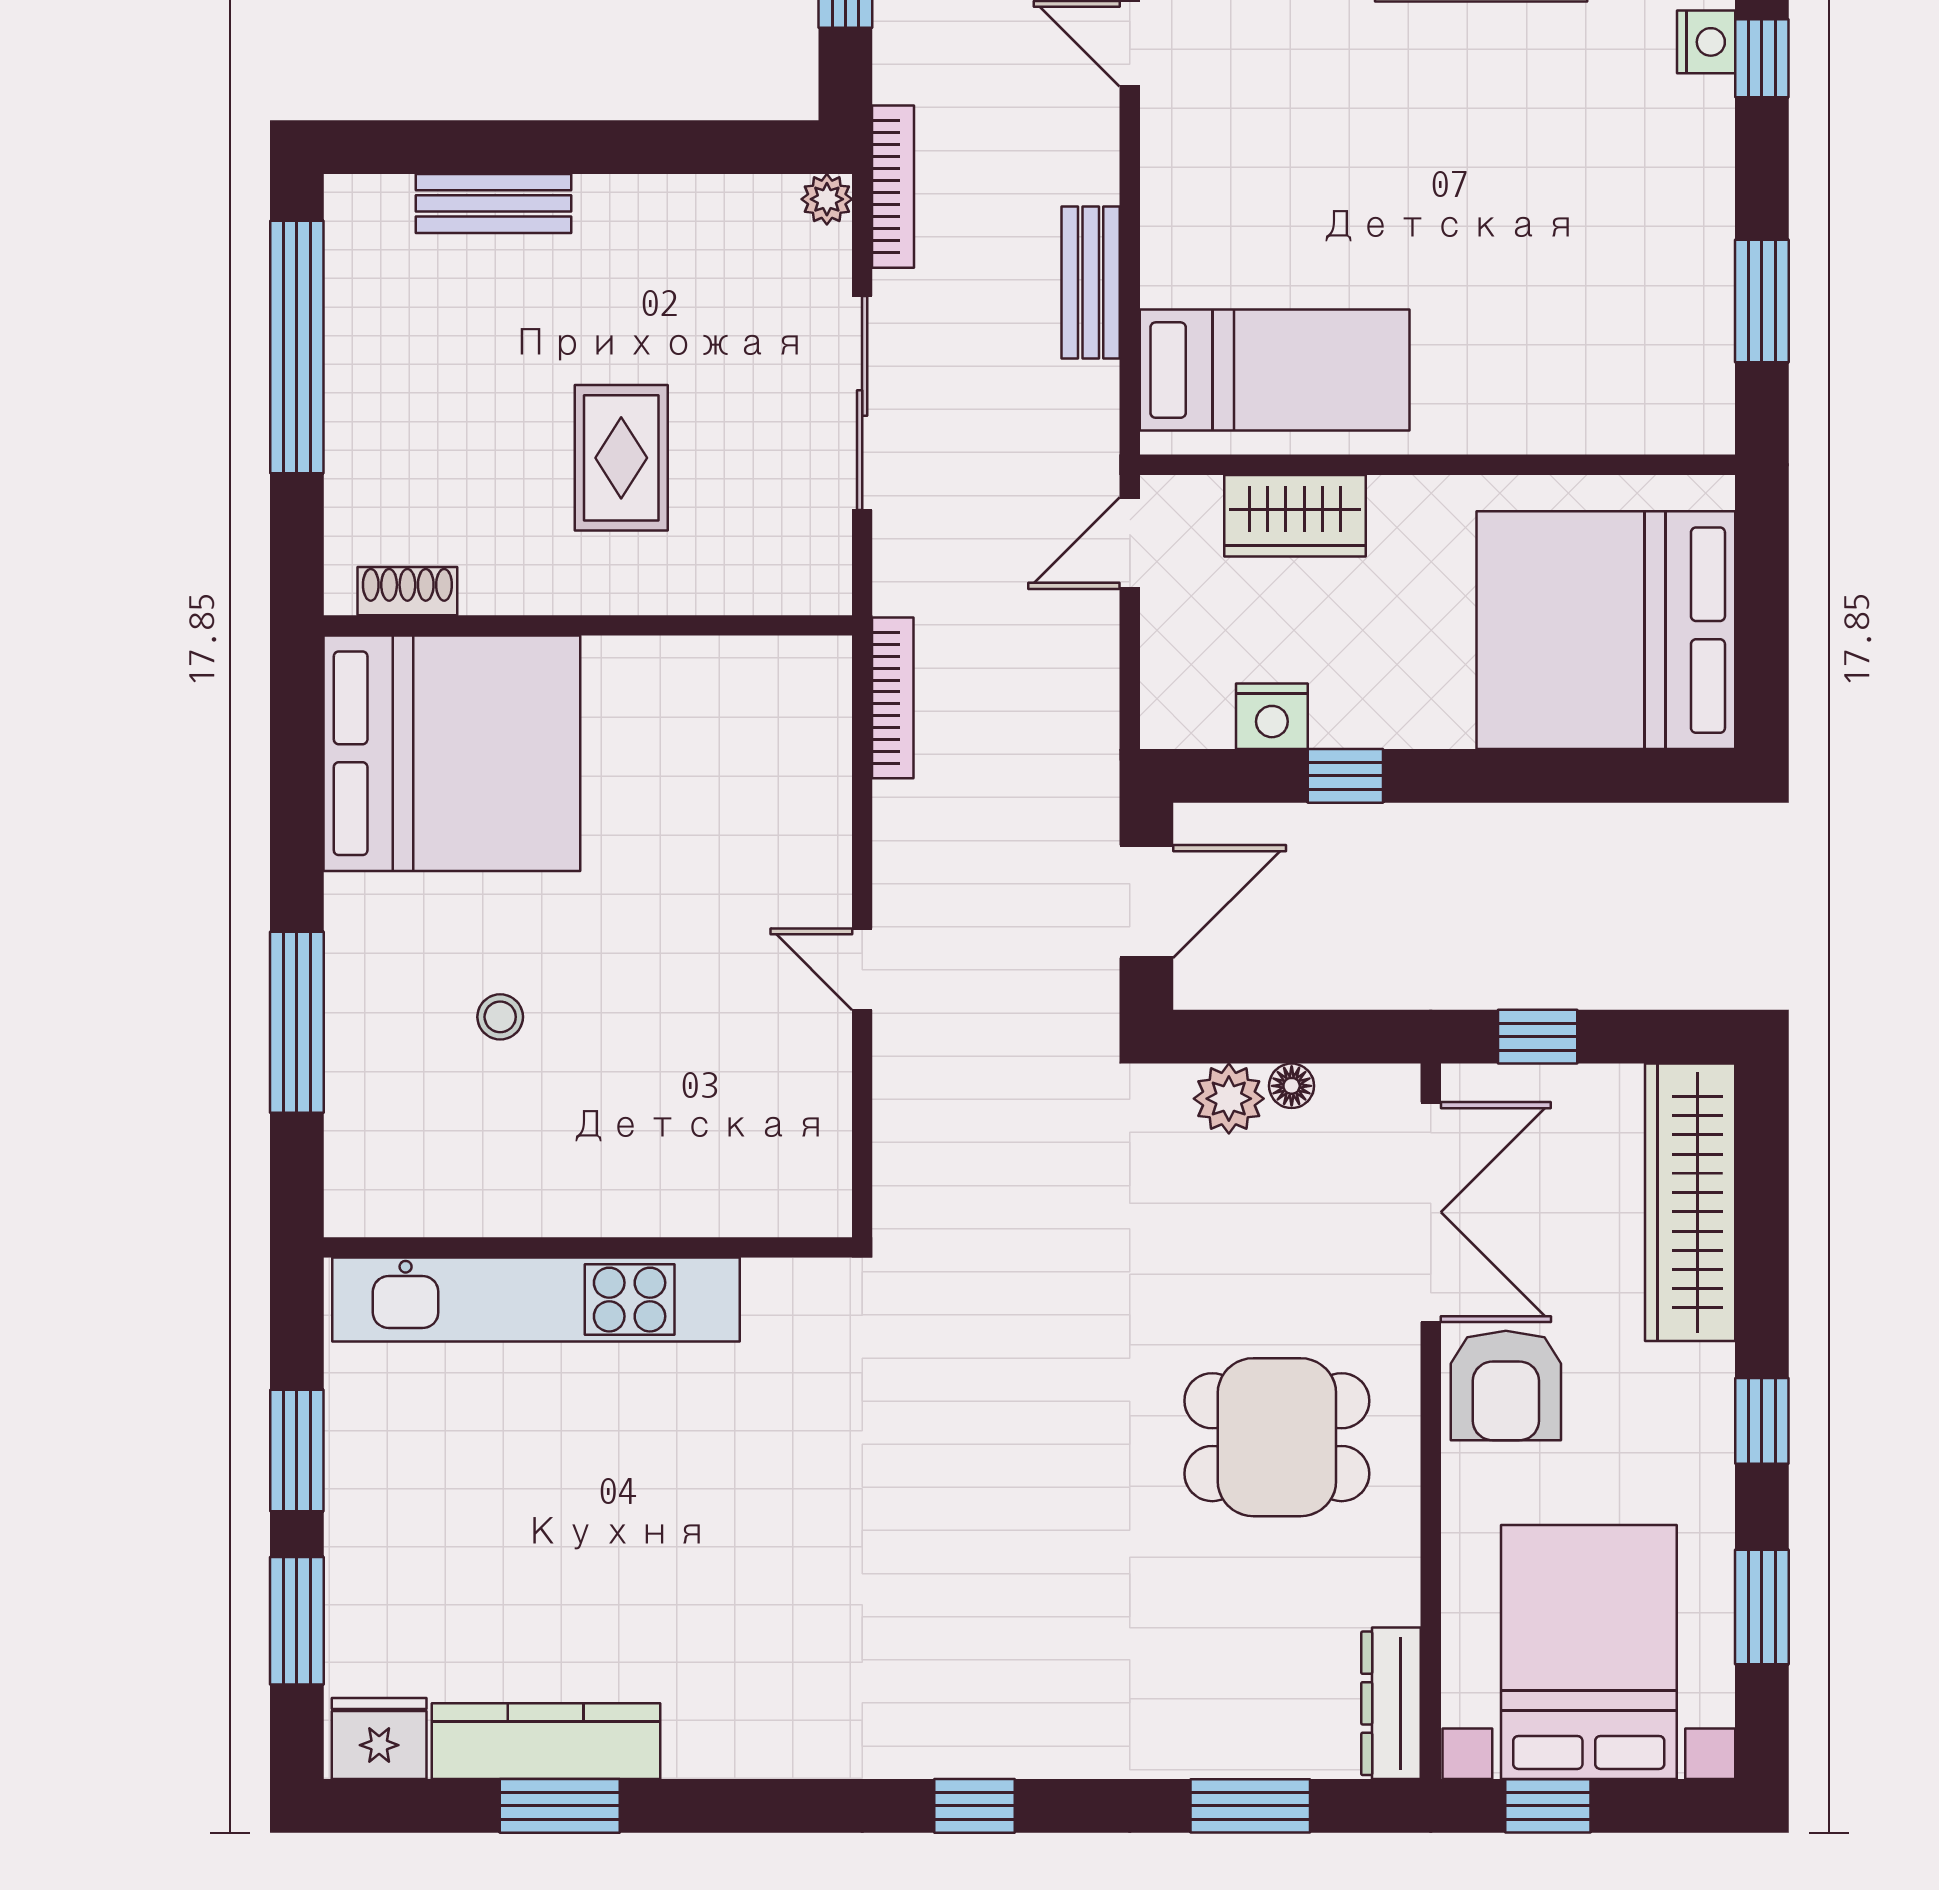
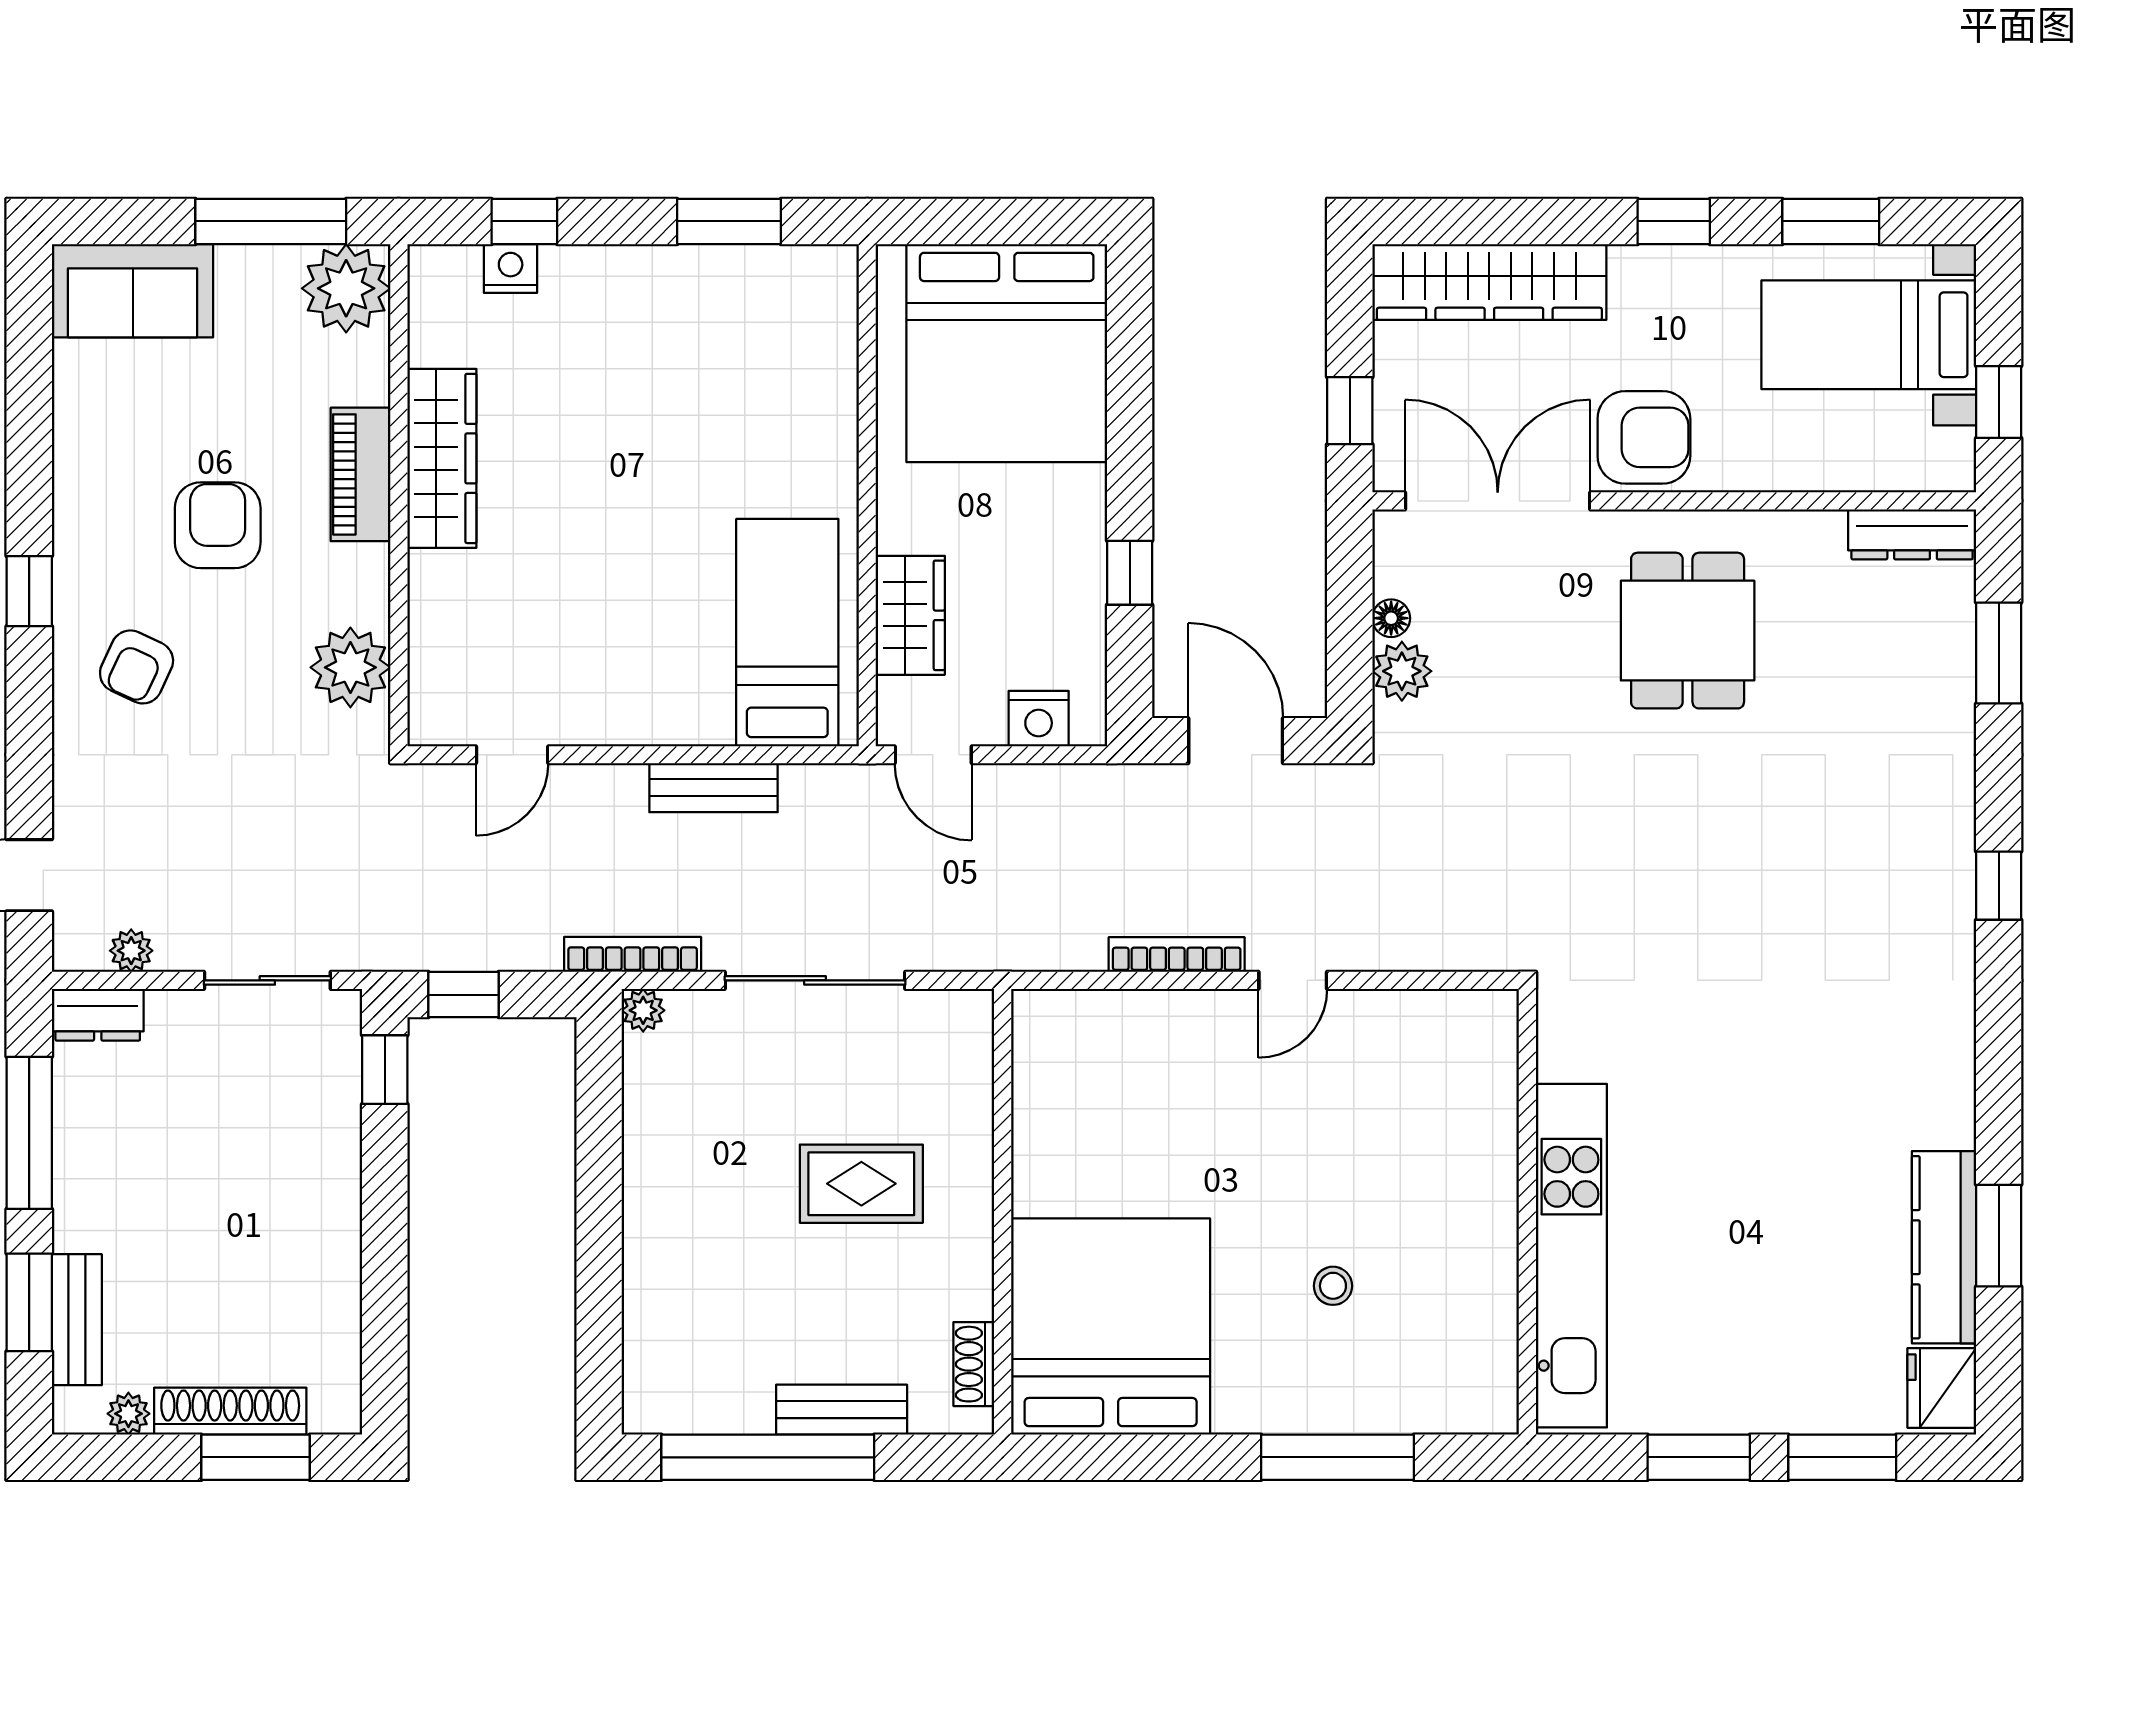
bench: (493, 203) -> (842, 1410), moved, turned 90
bookcase: (893, 698) -> (1177, 955), moved
nightstand: (1272, 716) -> (1039, 719), moved, turned 90
bed with nightstands: (1589, 1652) -> (1869, 335), width x0.73

